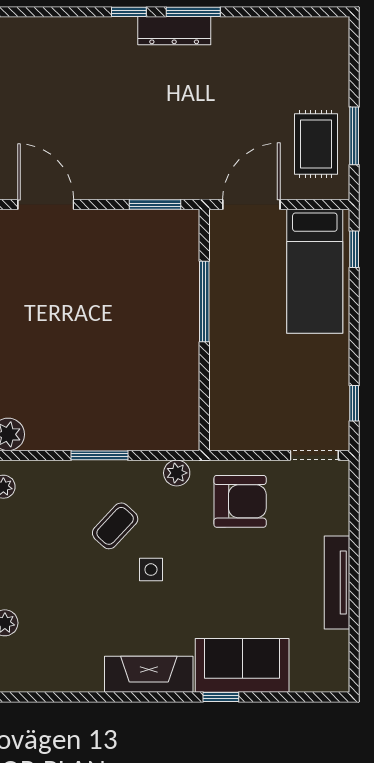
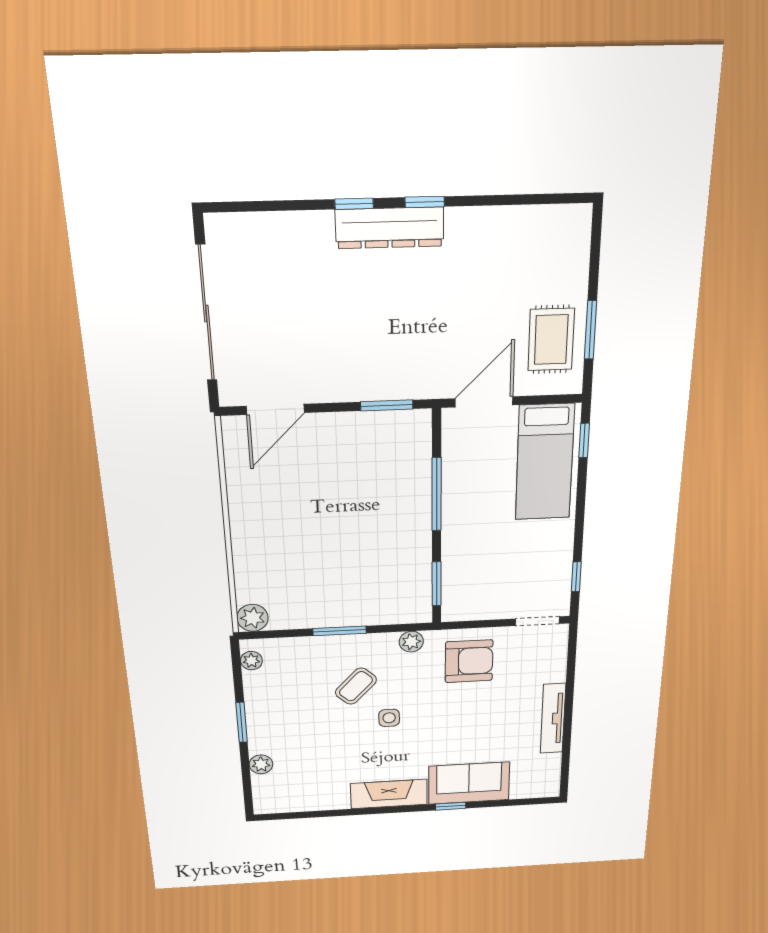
window: (193, 12) -> (425, 202), width x0.67
dresser: (174, 31) -> (390, 228), width x1.37, depth x1.24
door: (46, 205) -> (275, 409), swing flipped
window: (204, 404) -> (437, 584), added

